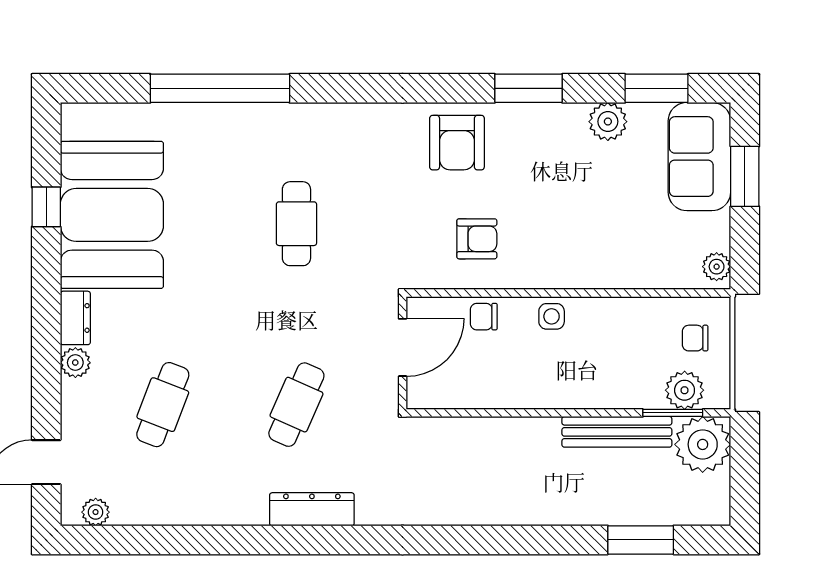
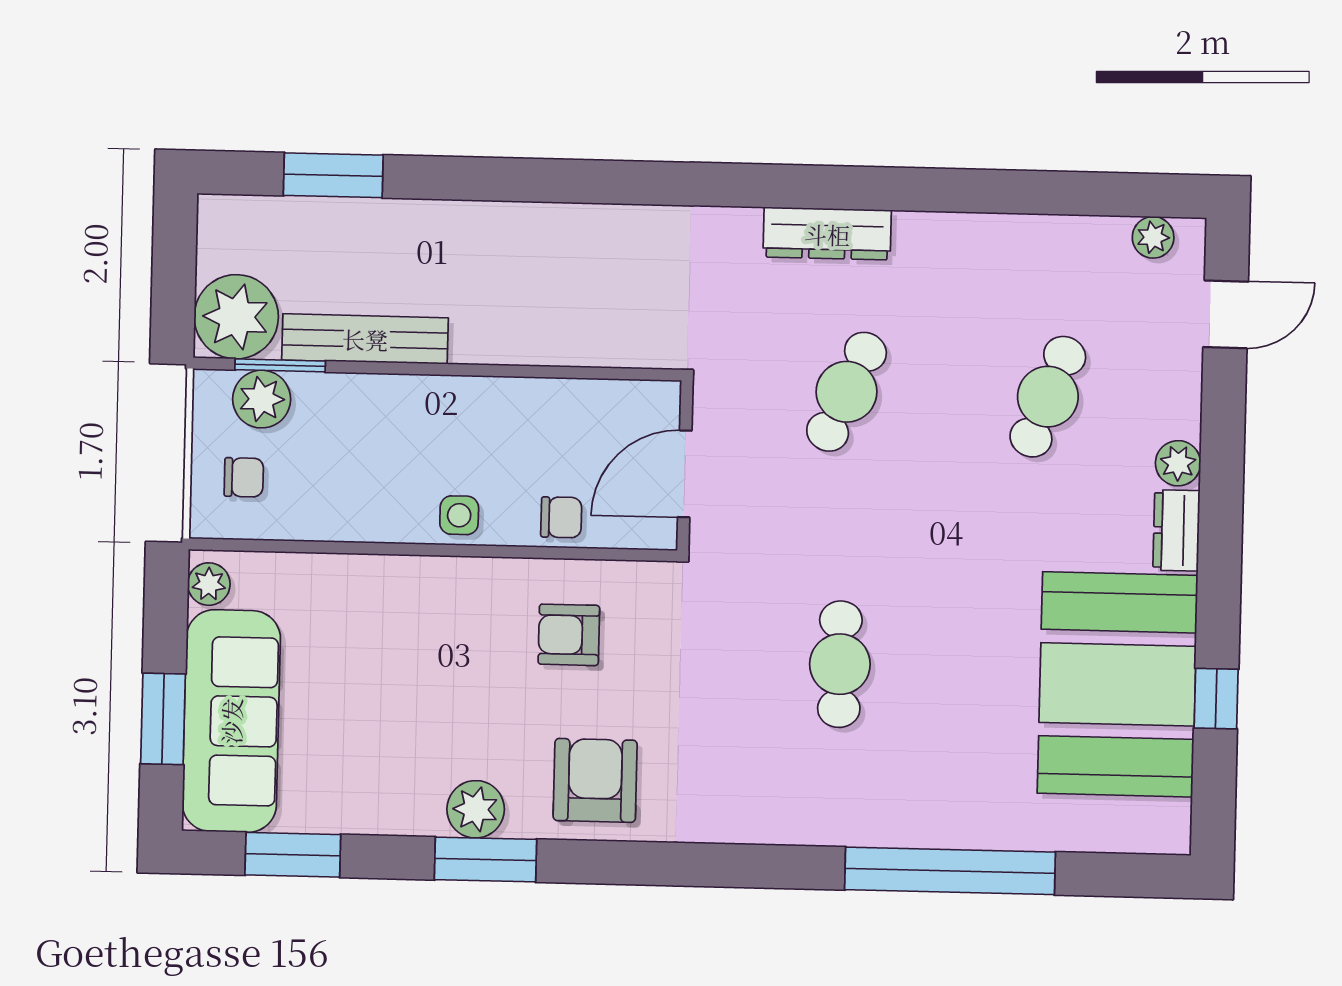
plant: (608, 122) -> (476, 809), moved
sofa: (699, 157) -> (231, 721), width x1.36

